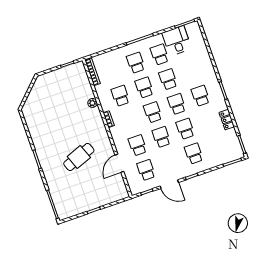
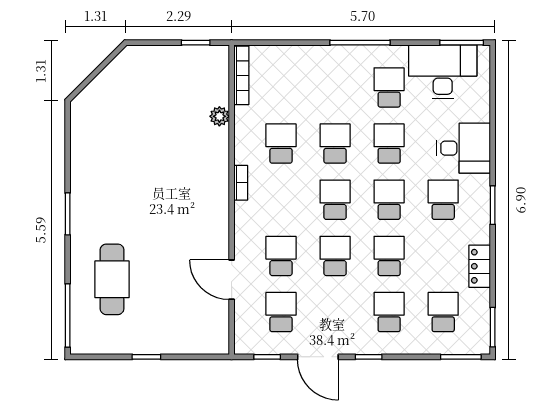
desk: (177, 41) -> (443, 72), width x1.37
school desk: (136, 63) -> (443, 312), moved
desk: (202, 70) -> (463, 148), added
plant: (92, 103) -> (219, 116), moved
cafe table: (79, 157) -> (112, 279), moved, turned -69
door: (119, 163) -> (232, 280), hinge flipped

